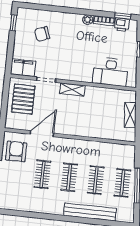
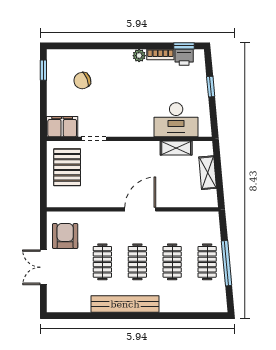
shelving: (72, 89) -> (176, 148), moved
door: (42, 134) -> (140, 209), moved
bench: (90, 212) -> (125, 304), moved

